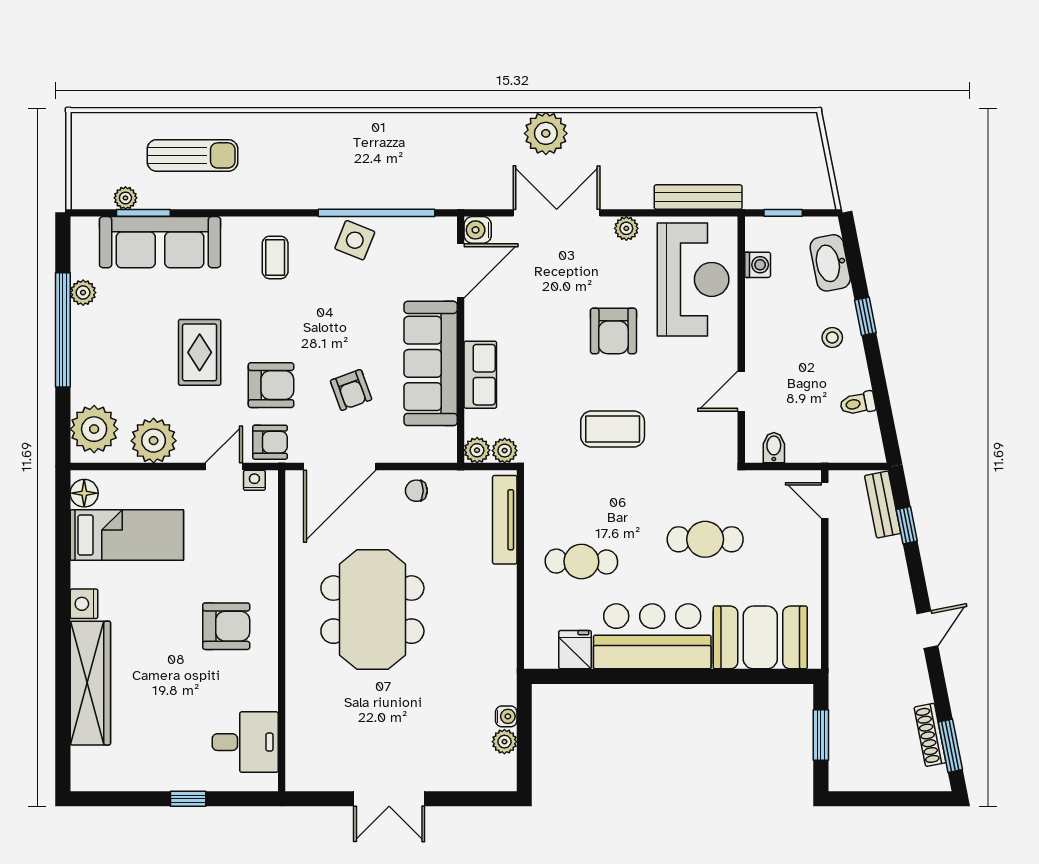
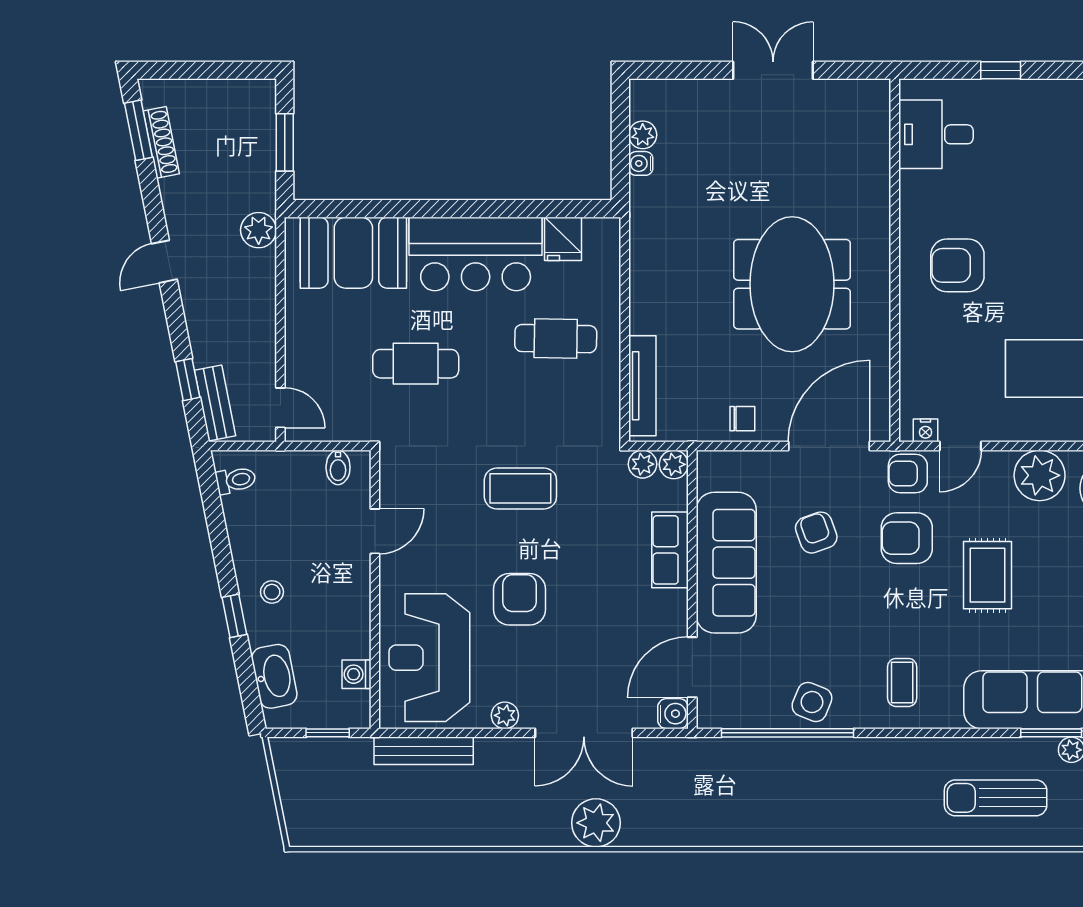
toilet: (858, 403) -> (236, 480), moved
plant: (844, 657) -> (259, 230), added

